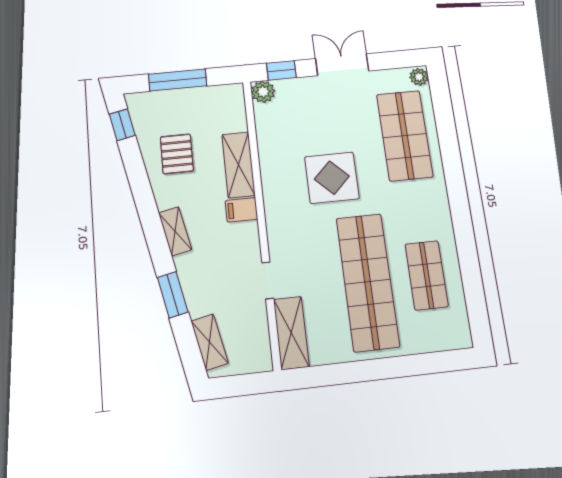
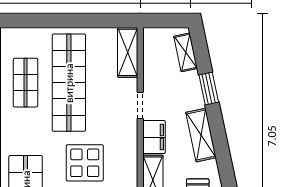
filing cabinet: (241, 210) -> (154, 137), width x2.00
shelving: (175, 231) -> (201, 135), width x1.50, depth x1.33
doorway: (268, 280) -> (140, 106), moved

